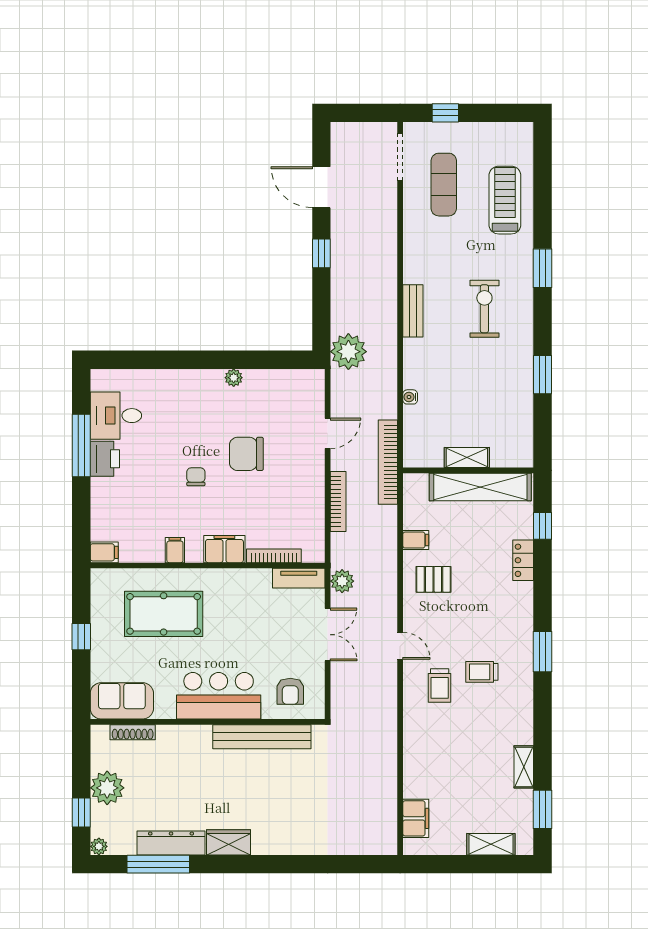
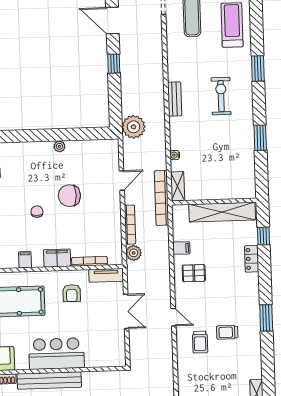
shelving: (467, 457) -> (178, 186), moved, turned 90
plant: (342, 581) -> (134, 253), moved
armchair: (290, 691) -> (72, 293), moved
bench: (262, 737) -> (49, 380), moved

